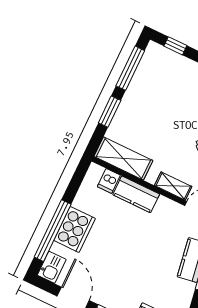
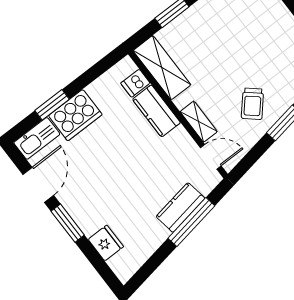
window: (53, 231) -> (52, 105), width x0.47
kitchen sink: (52, 267) -> (37, 138), width x1.38

